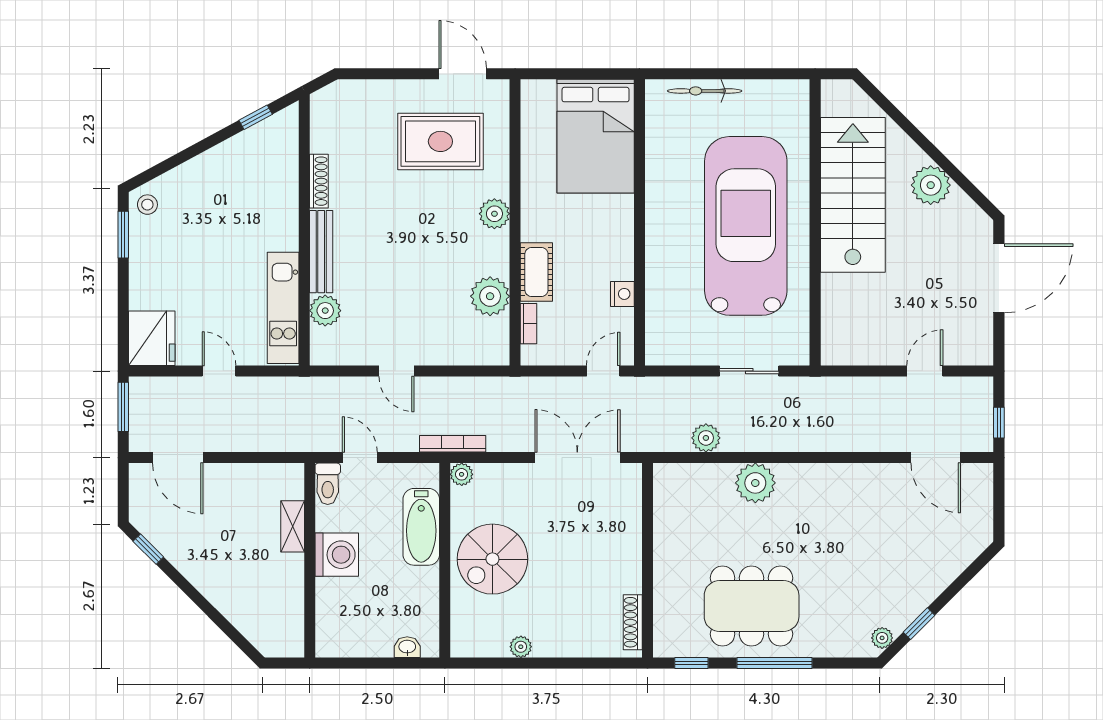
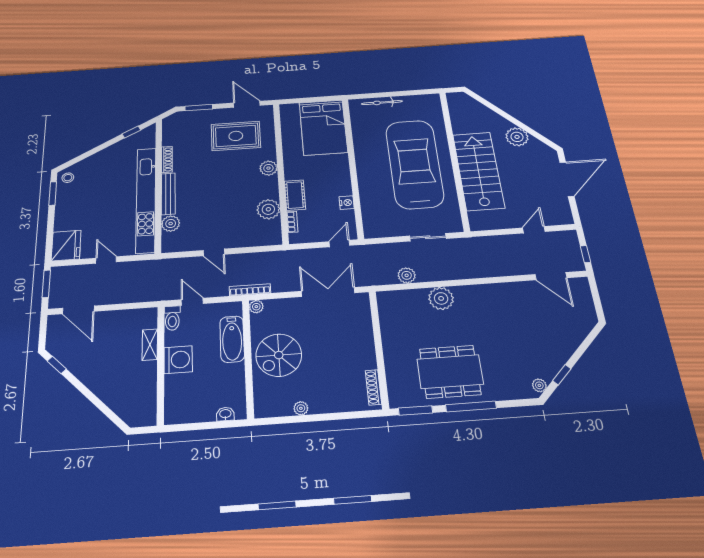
window: (376, 74) -> (199, 108), added
stairs: (853, 195) -> (478, 171), moved
kitchen unit: (283, 308) -> (146, 199), width x1.86
window: (691, 663) -> (416, 411), width x1.50

